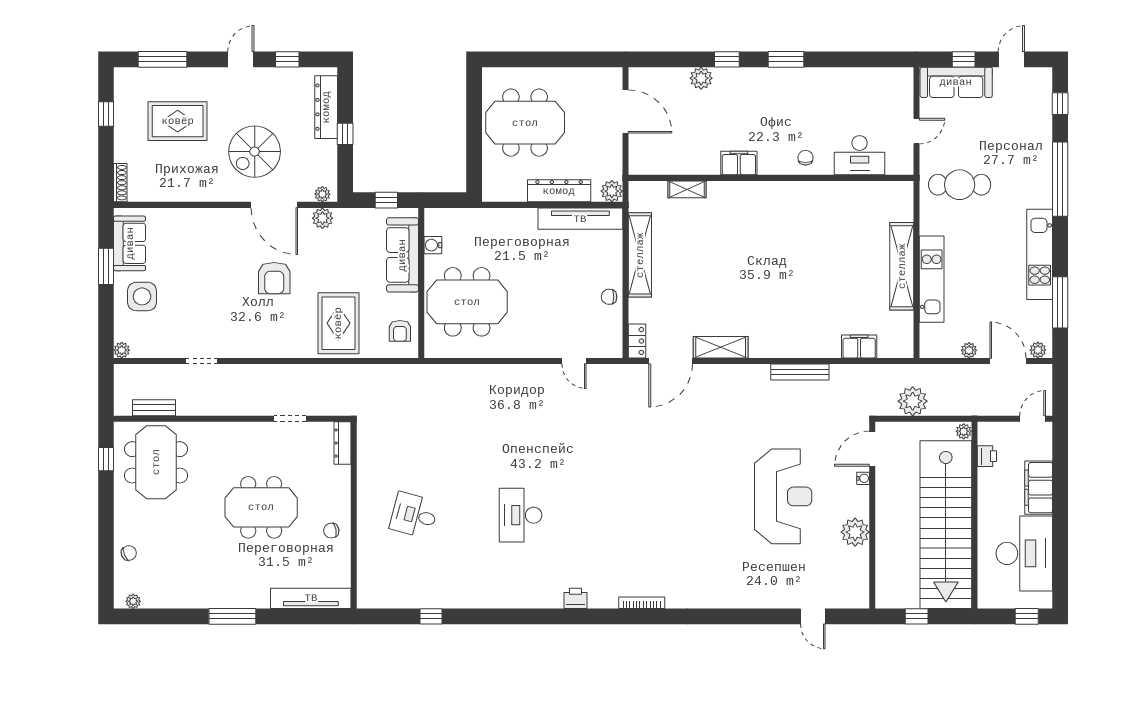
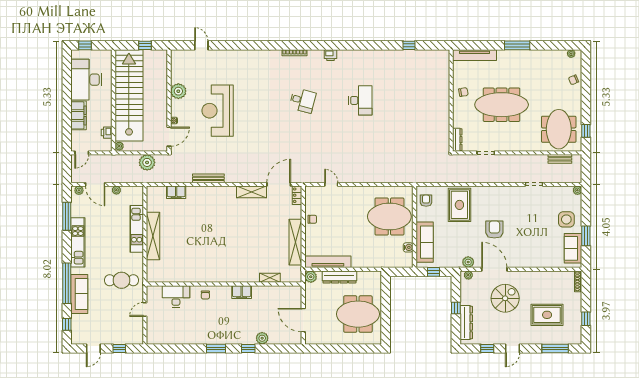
sofa: (956, 82) -> (79, 294), moved, turned 90
meeting table: (261, 507) -> (502, 105), width x1.36
desk: (414, 515) -> (303, 100), moved

